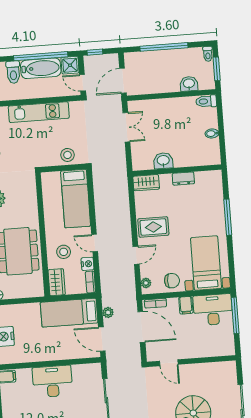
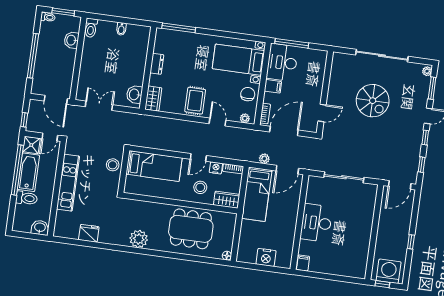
washbasin: (163, 161) -> (134, 94), moved
window: (228, 217) -> (179, 28), moved

